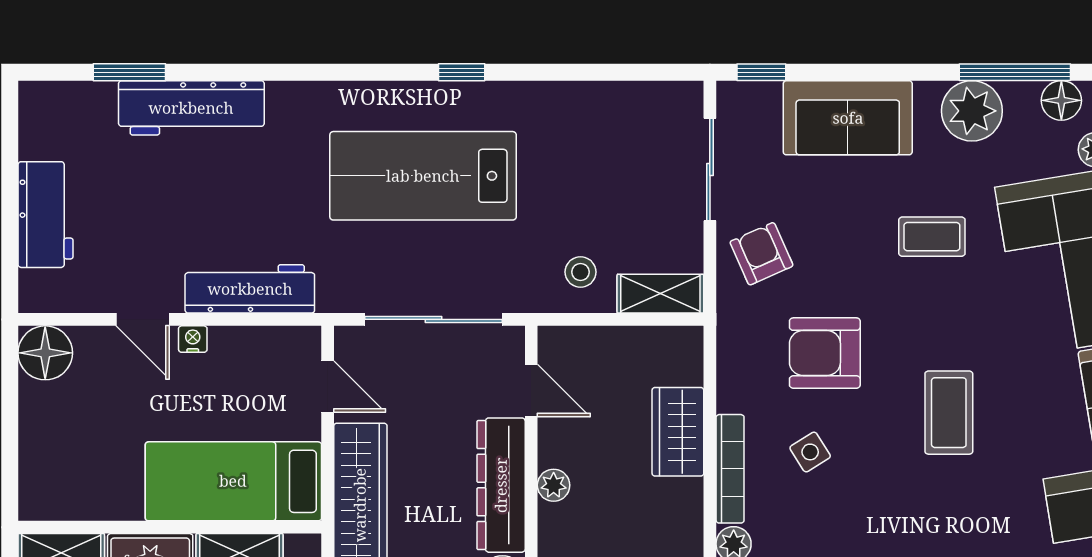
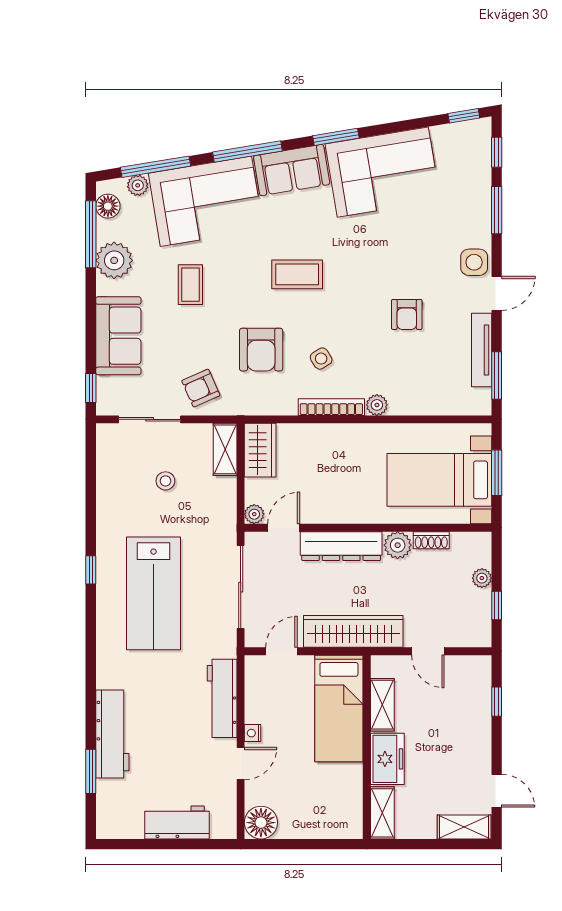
stool: (581, 272) -> (165, 481), moved
wardrobe: (678, 432) -> (260, 450), moved, turned -90
plant: (554, 485) -> (254, 514), moved

